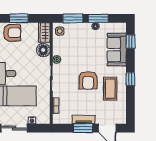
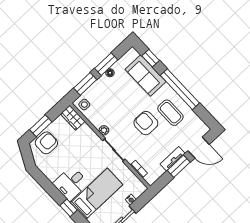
floor lamp: (43, 50) -> (85, 133), removed
window: (130, 79) -> (180, 89), width x3.17
armchair: (88, 80) -> (146, 123), turned 180

